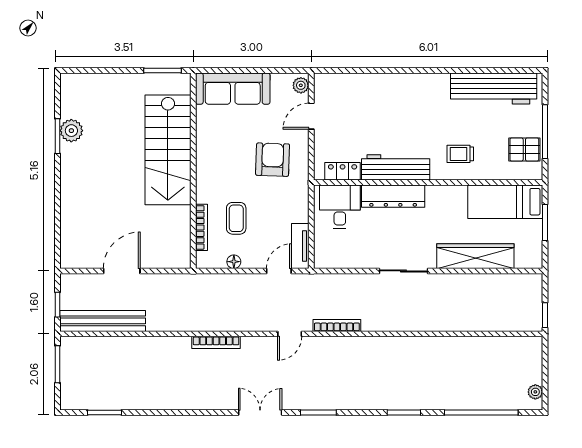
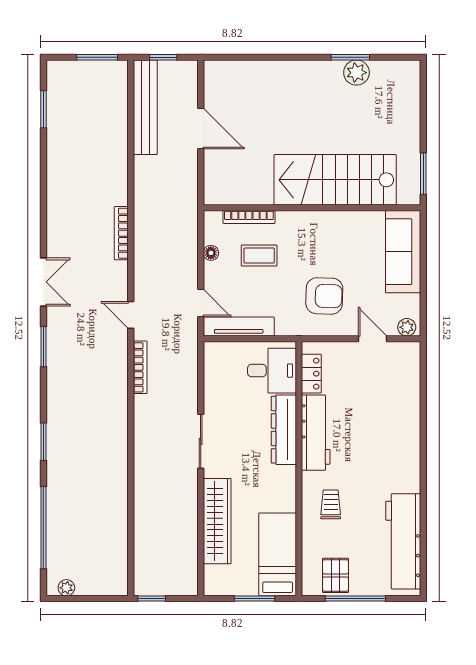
tv unit: (300, 246) -> (239, 327), width x1.41

